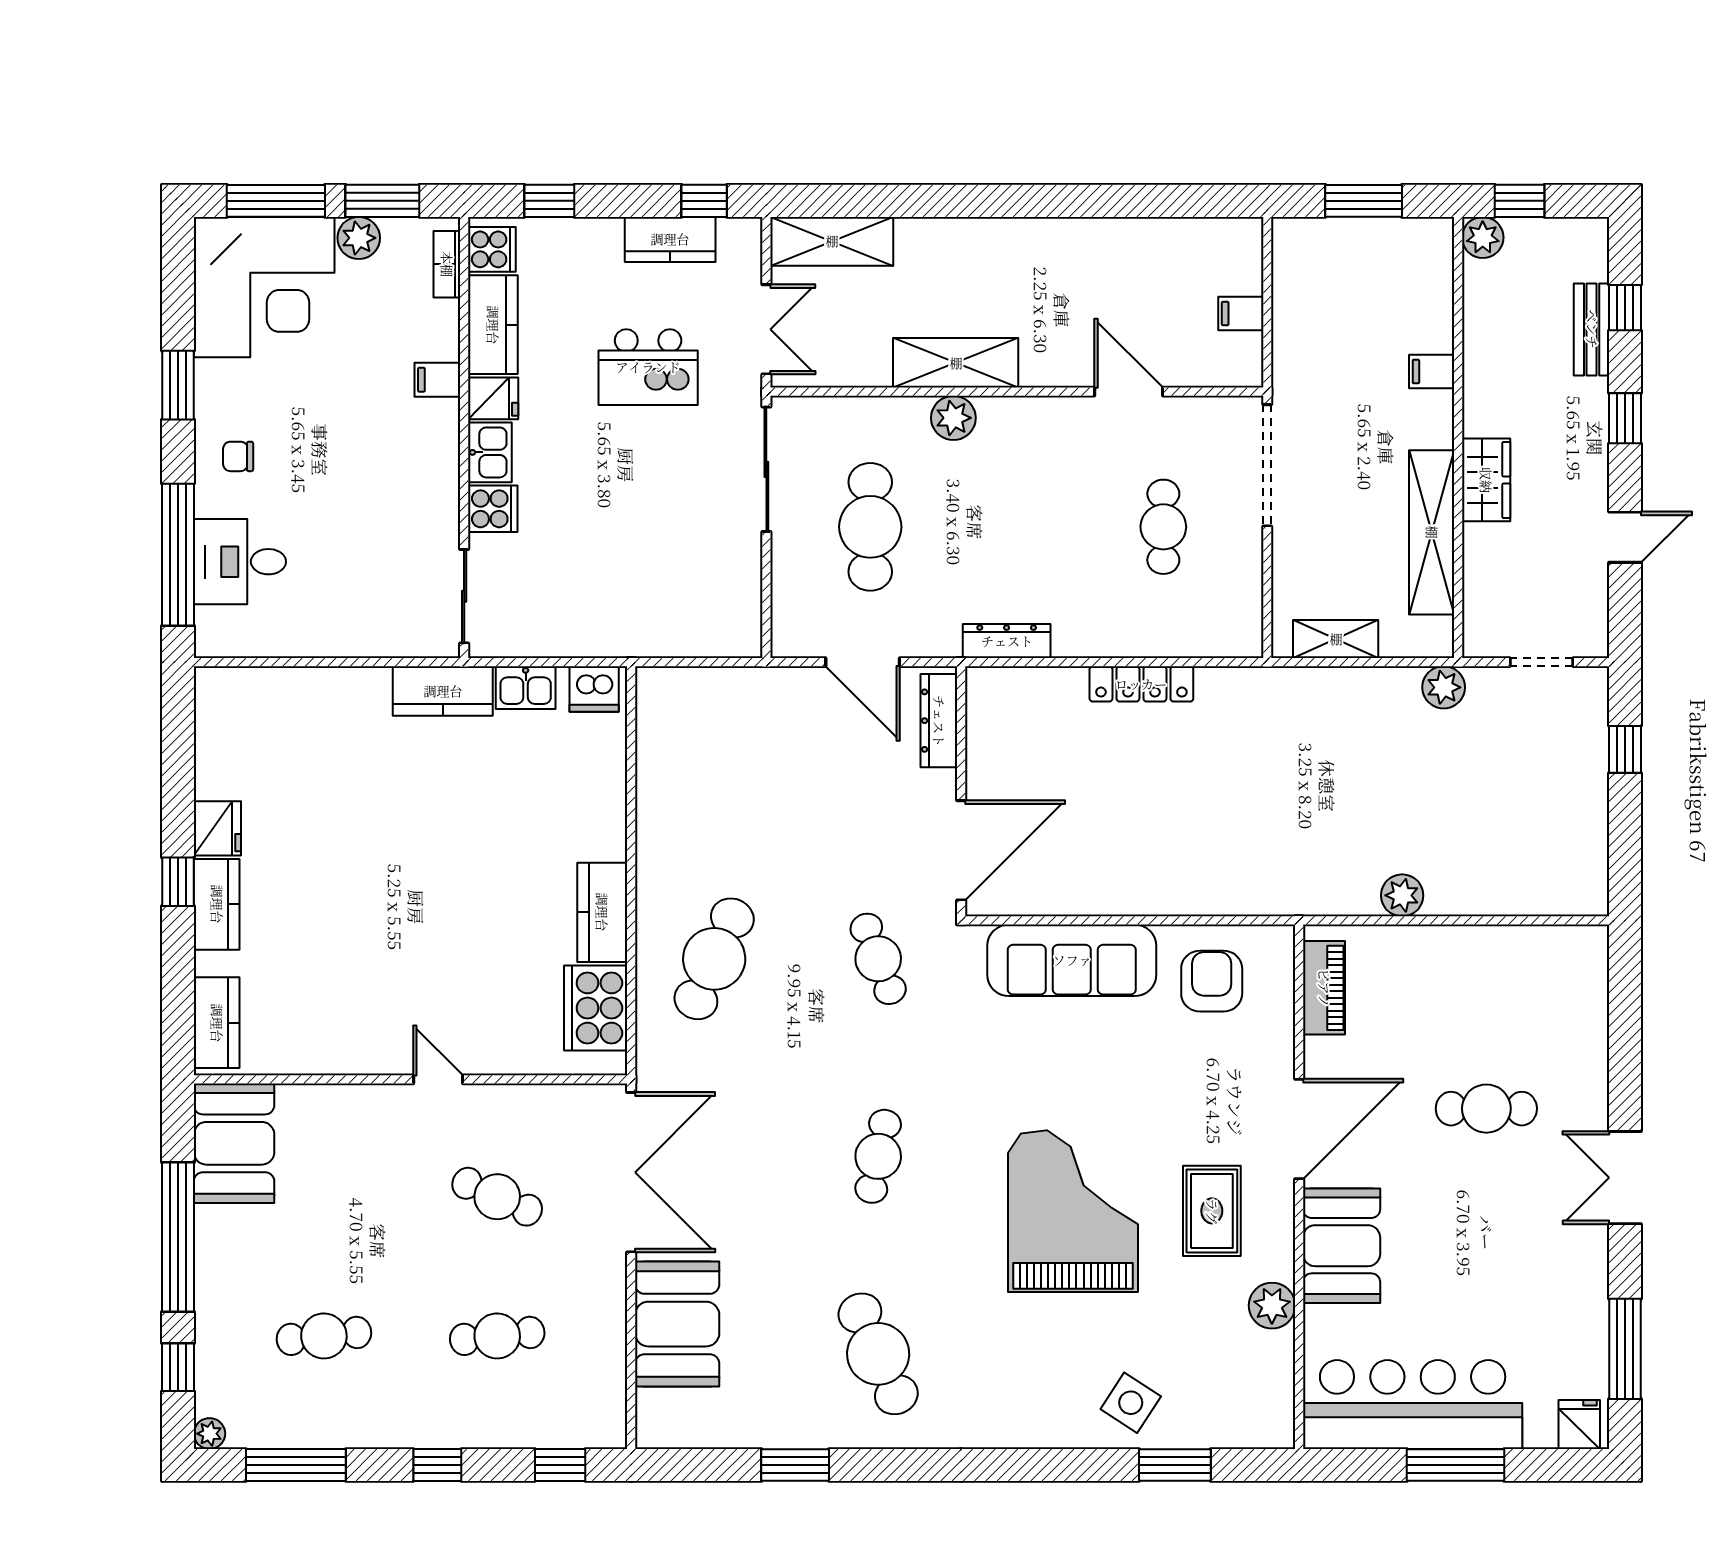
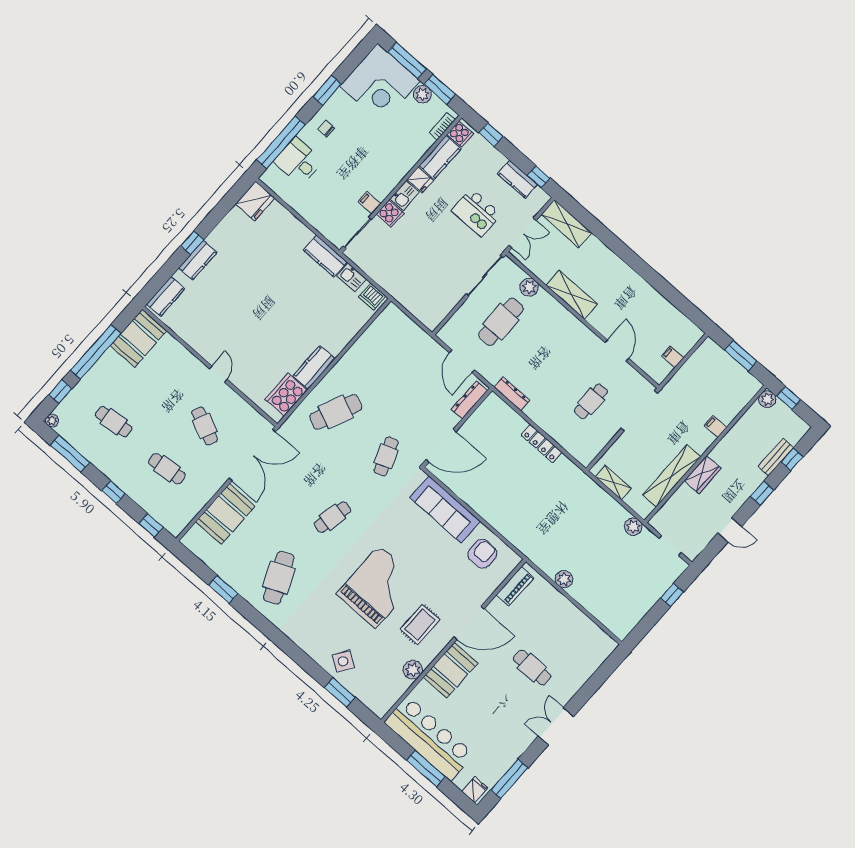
filing cabinet: (437, 380) -> (370, 203), moved
plant: (953, 418) -> (529, 287), moved
fridge: (217, 828) -> (255, 201), moved, width x1.36, depth x1.34

